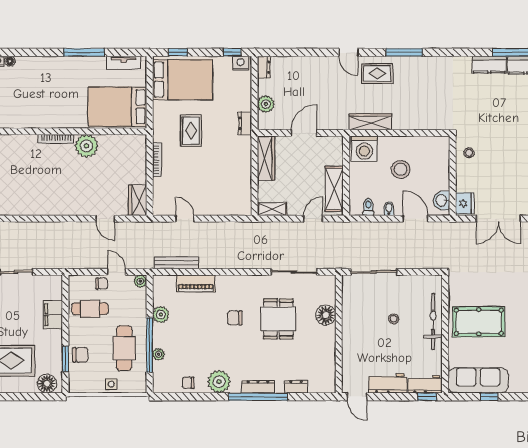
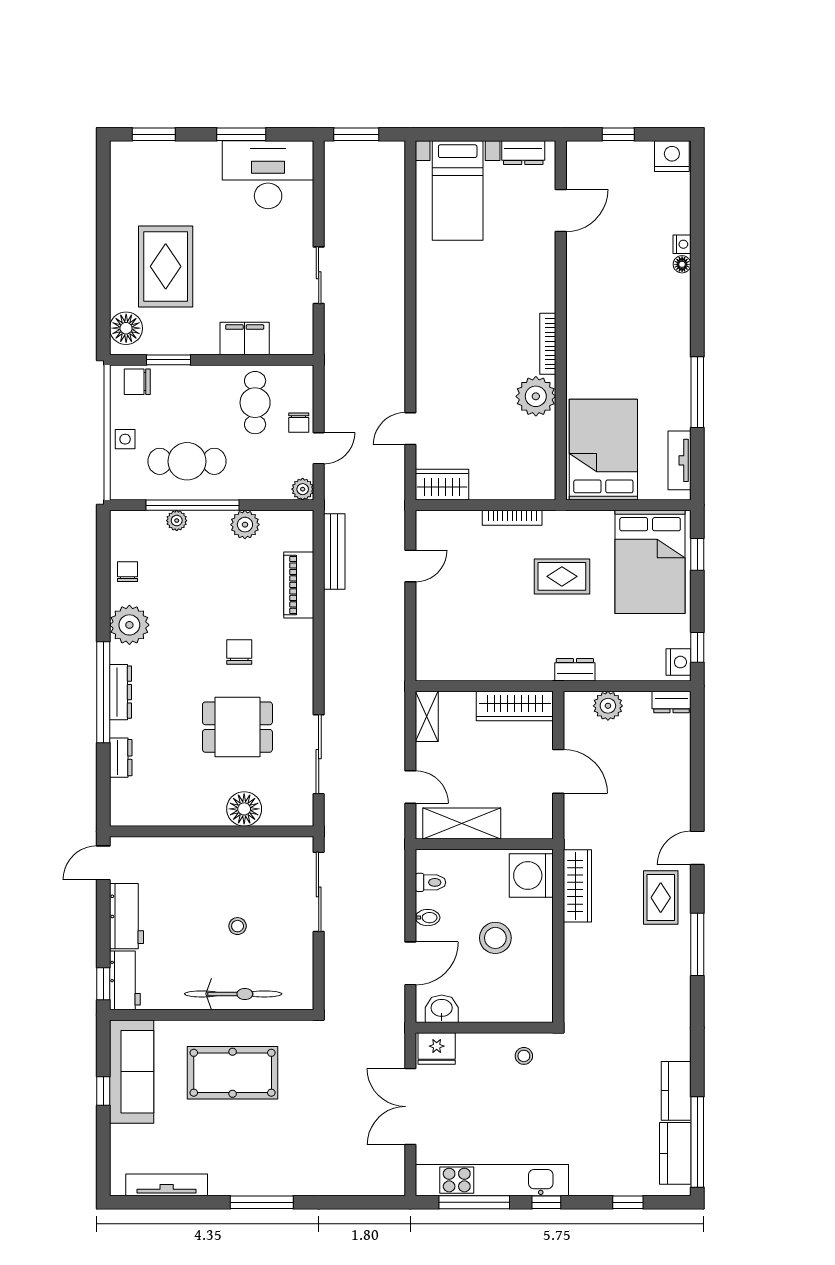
pool table: (479, 322) -> (233, 1073), turned 90
chair: (80, 355) -> (137, 382), moved, turned 90

